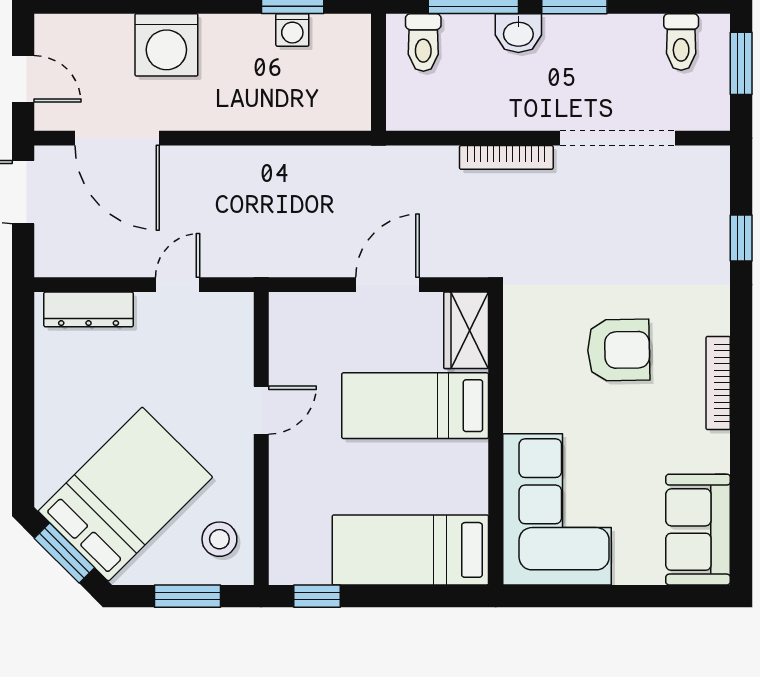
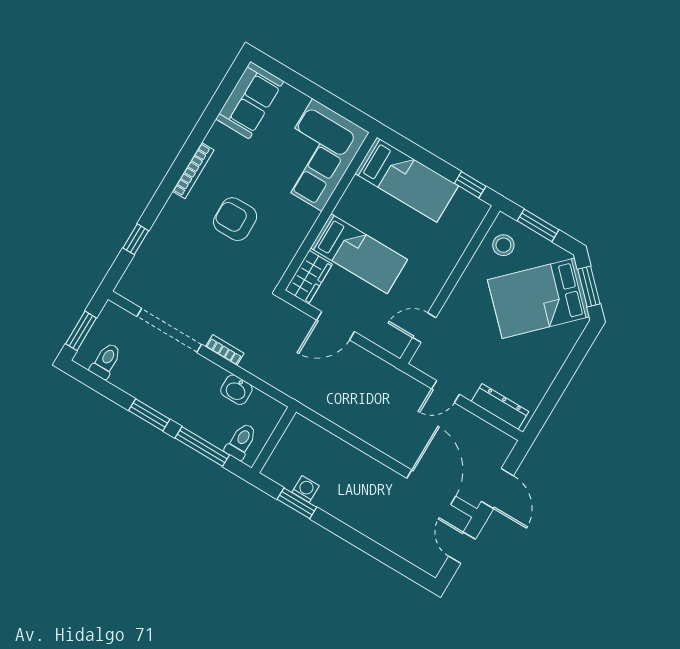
washbasin: (518, 33) -> (236, 390), moved, turned 180
washing machine: (166, 45) -> (376, 521), removed
bookcase: (506, 157) -> (225, 350), width x0.64
door: (261, 410) -> (424, 328), moved

